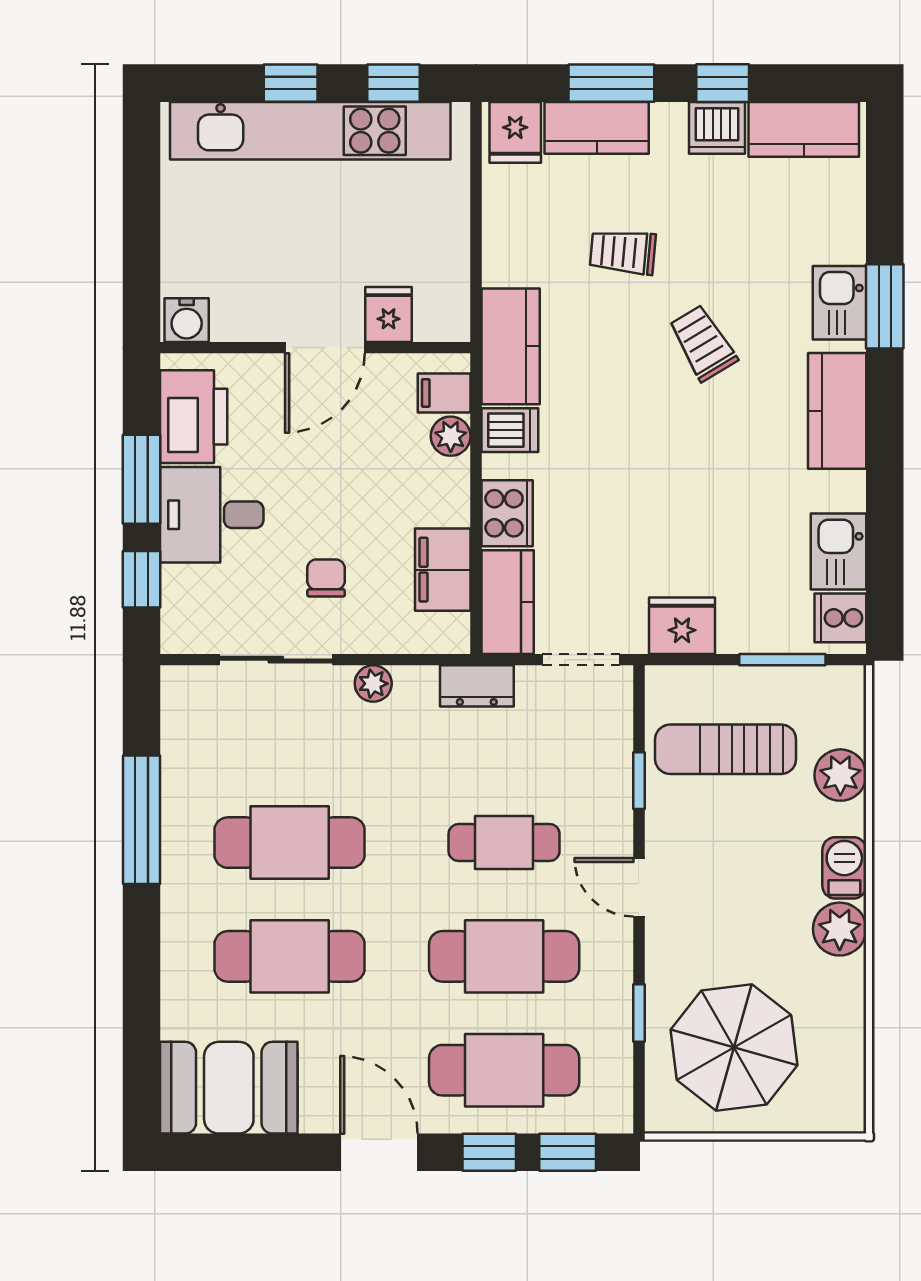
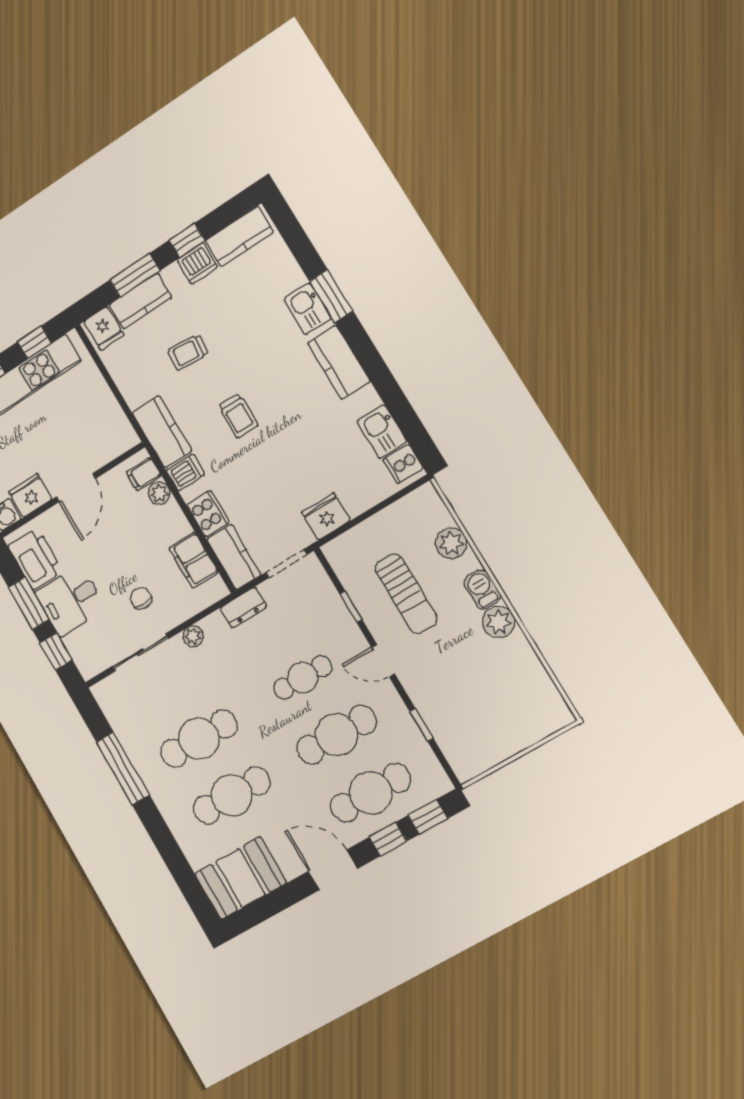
fridge: (388, 314) -> (30, 495), moved, width x1.38
trolley: (703, 343) -> (238, 416), moved, turned -149
window: (782, 660) -> (386, 503), removed
sun lounger: (726, 749) -> (406, 594), moved, turned -90
parasol: (734, 1048) -> (481, 715), removed

